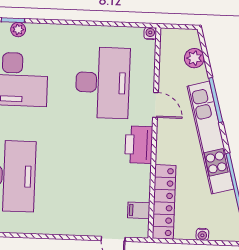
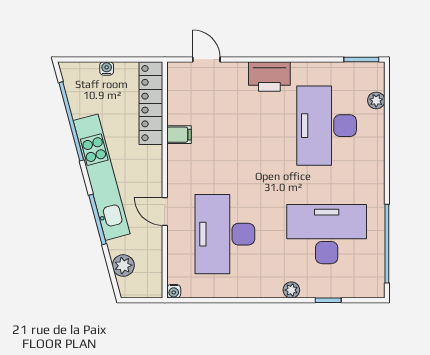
plant: (18, 30) -> (291, 290), moved
printer: (139, 145) -> (269, 76), moved, turned 90
filing cabinet: (139, 210) -> (179, 135), moved

